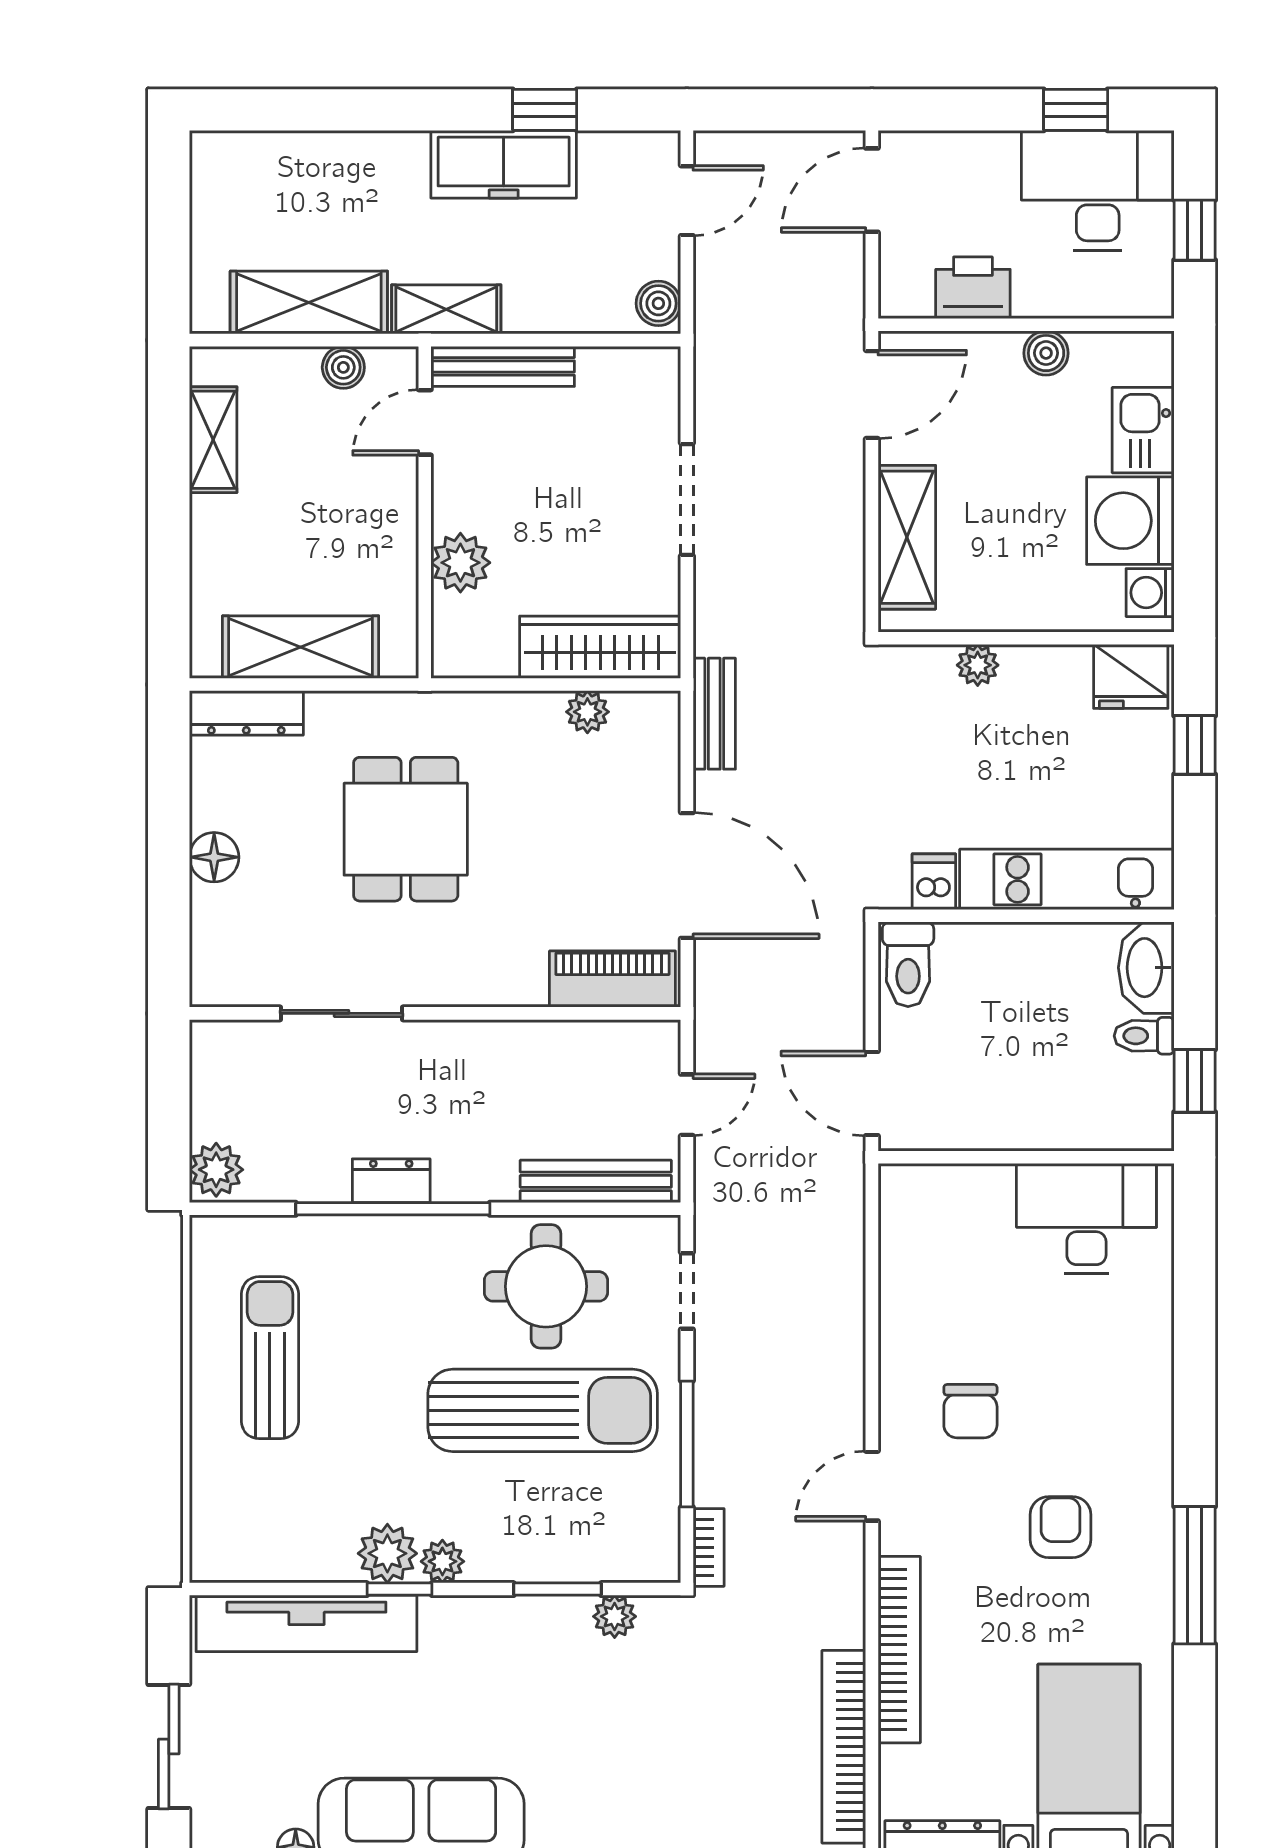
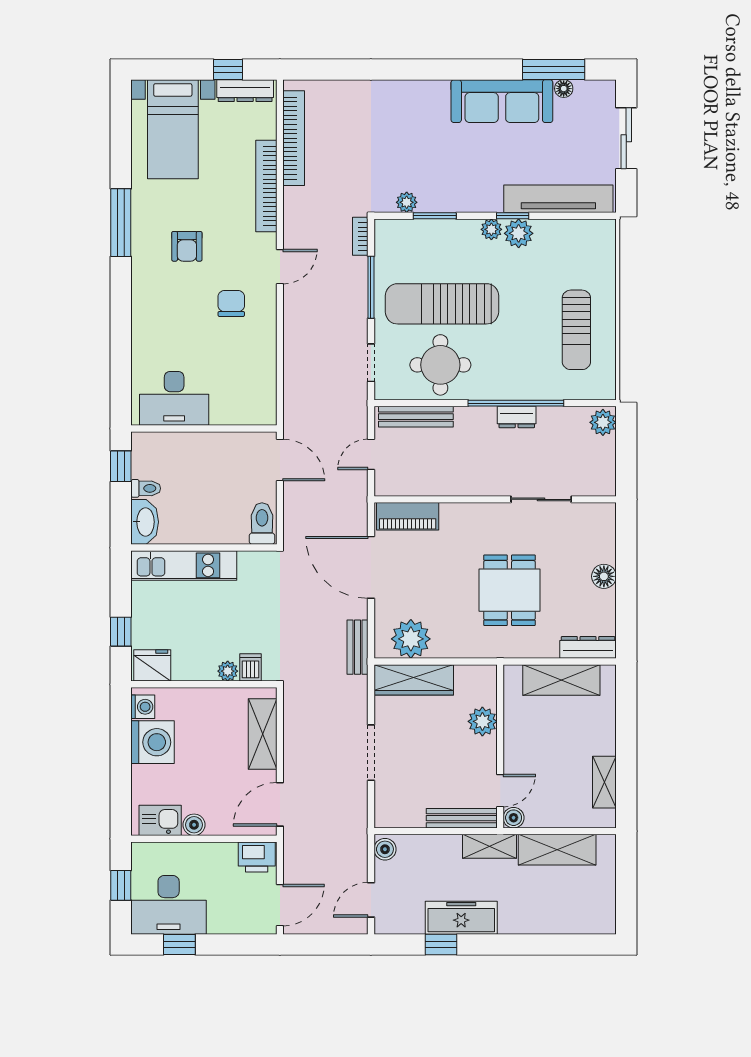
printer: (973, 288) -> (257, 857), moved
boiler: (343, 367) -> (514, 818), moved
kitchen sink: (1143, 430) -> (160, 820), moved, turned -90
plant: (587, 712) -> (411, 639), width x1.88, depth x1.88
dishwasher: (934, 882) -> (251, 667), moved, turned 180

